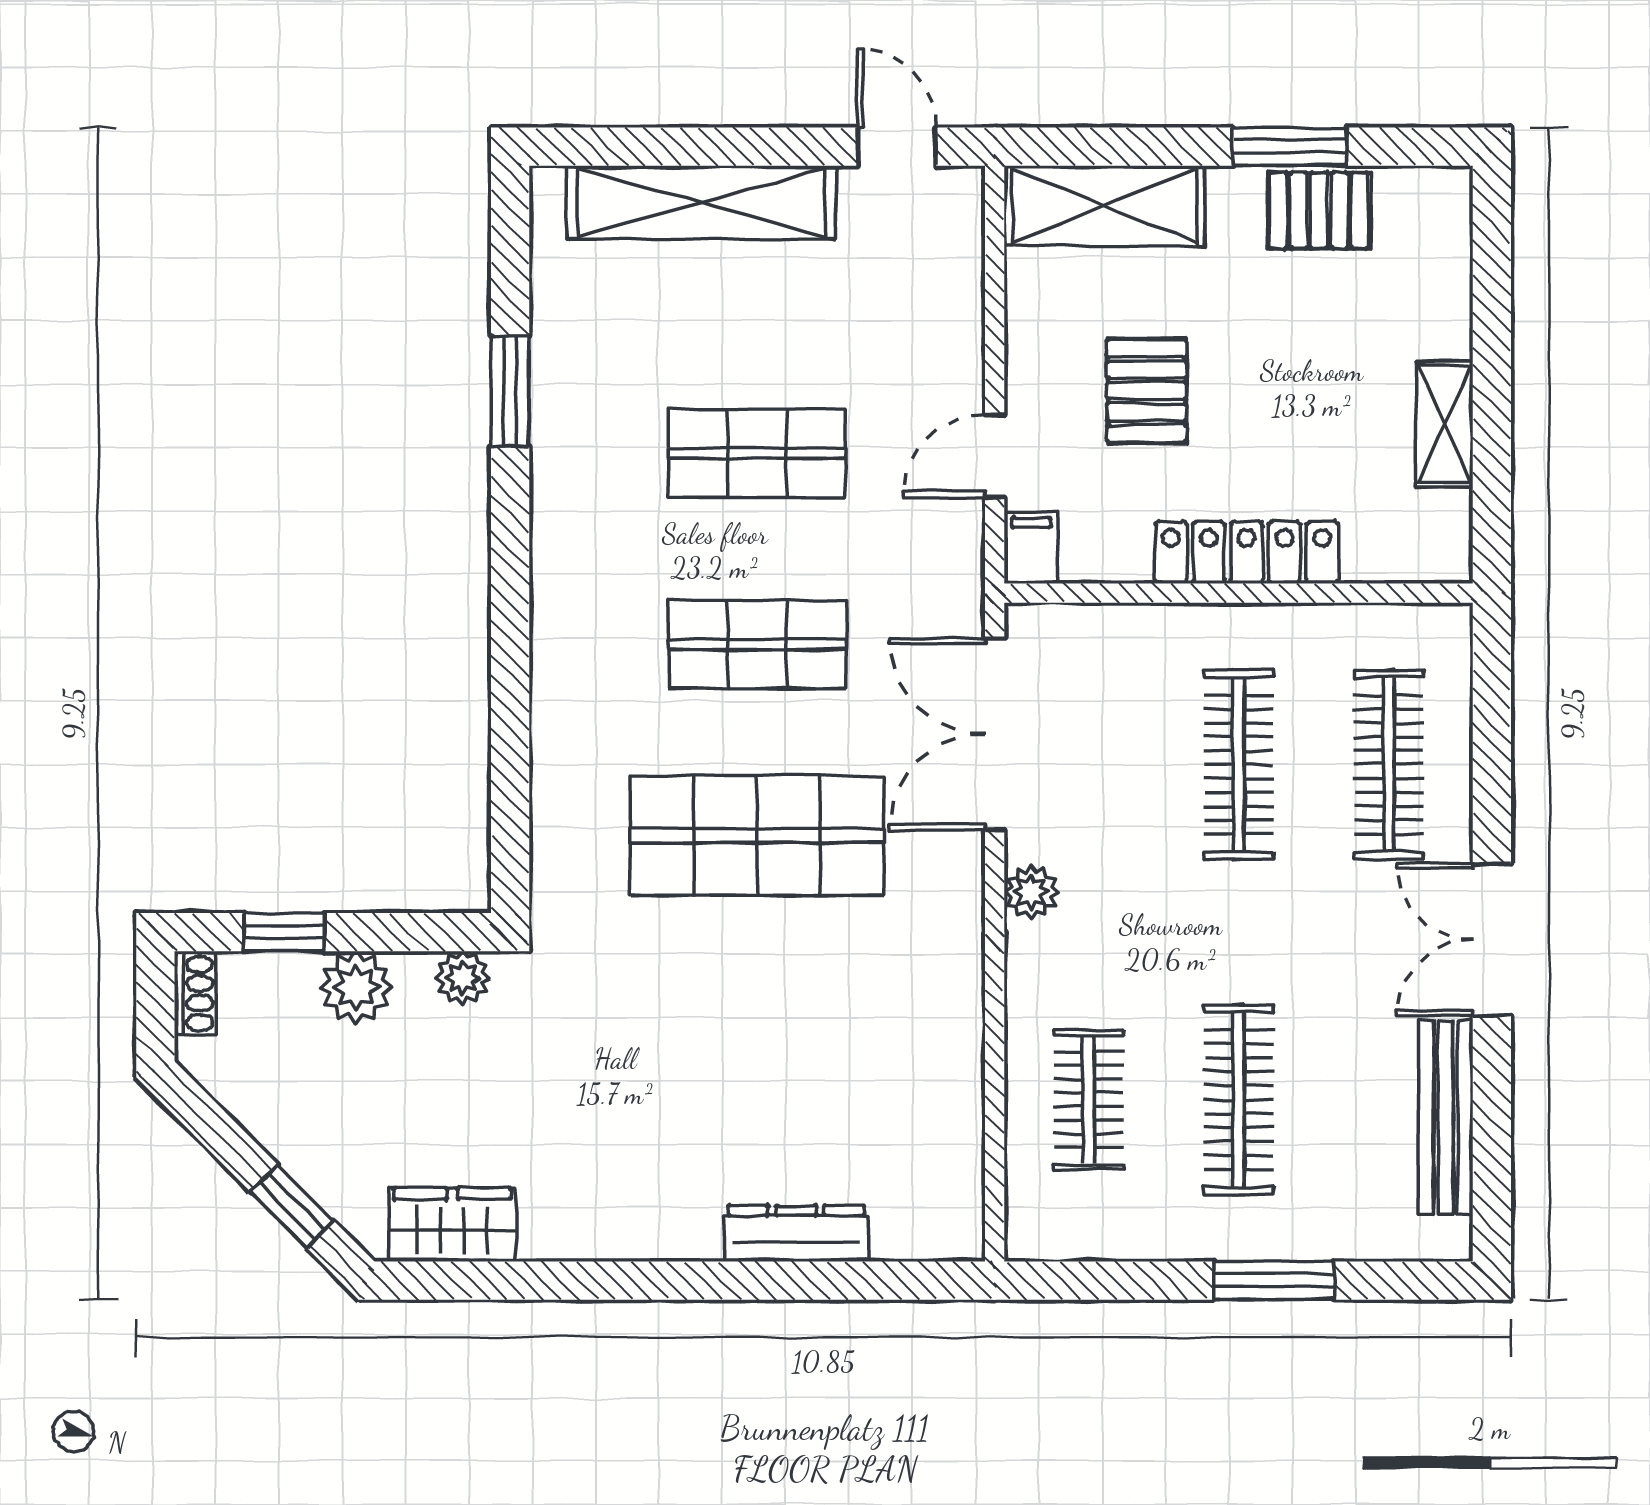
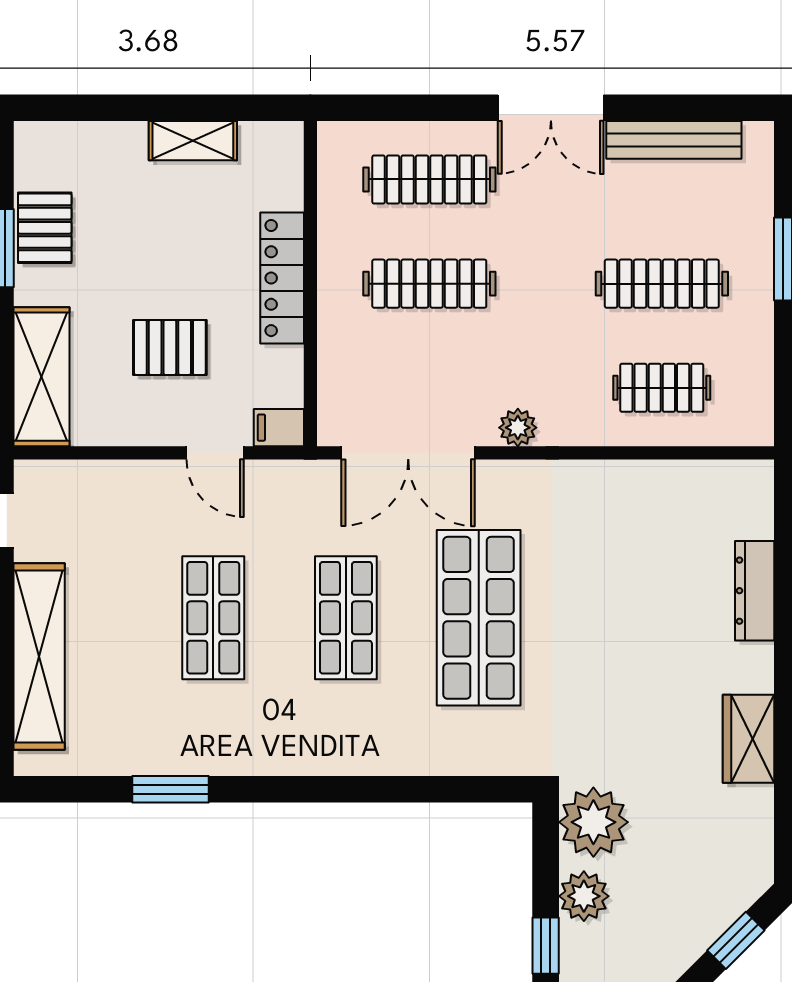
plant: (463, 978) -> (593, 822), width x1.87, depth x1.87
wardrobe: (452, 1225) -> (749, 739), moved

